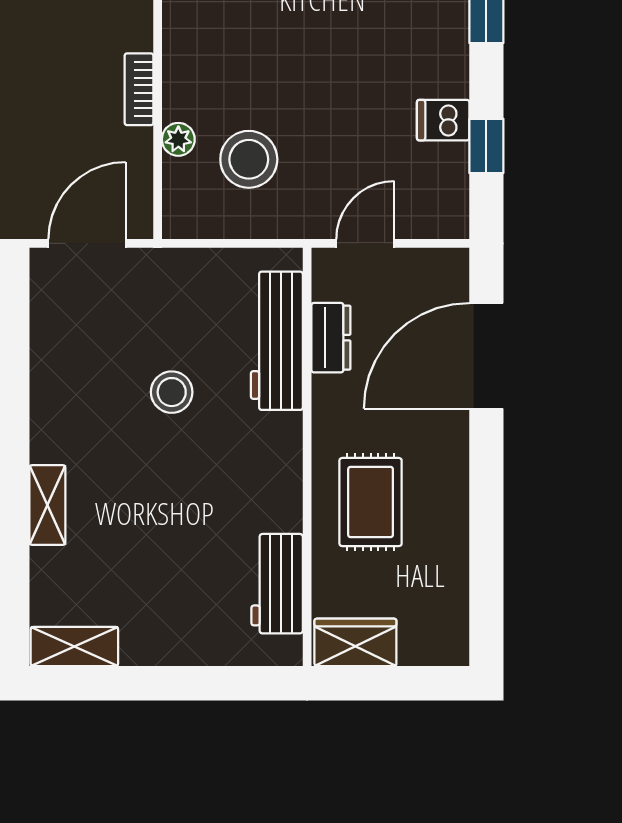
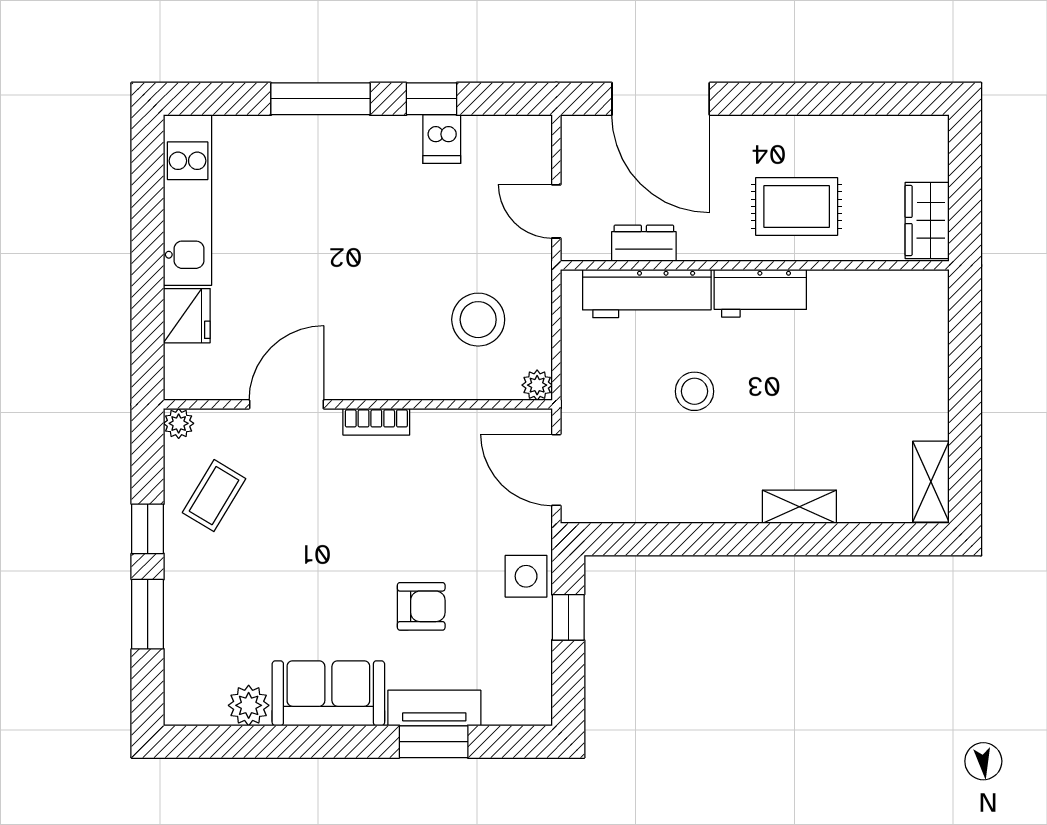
bookcase: (139, 89) -> (376, 422), moved
plant: (178, 139) -> (537, 385), moved
window: (486, 146) -> (431, 99), moved
workbench: (277, 584) -> (760, 293), moved

